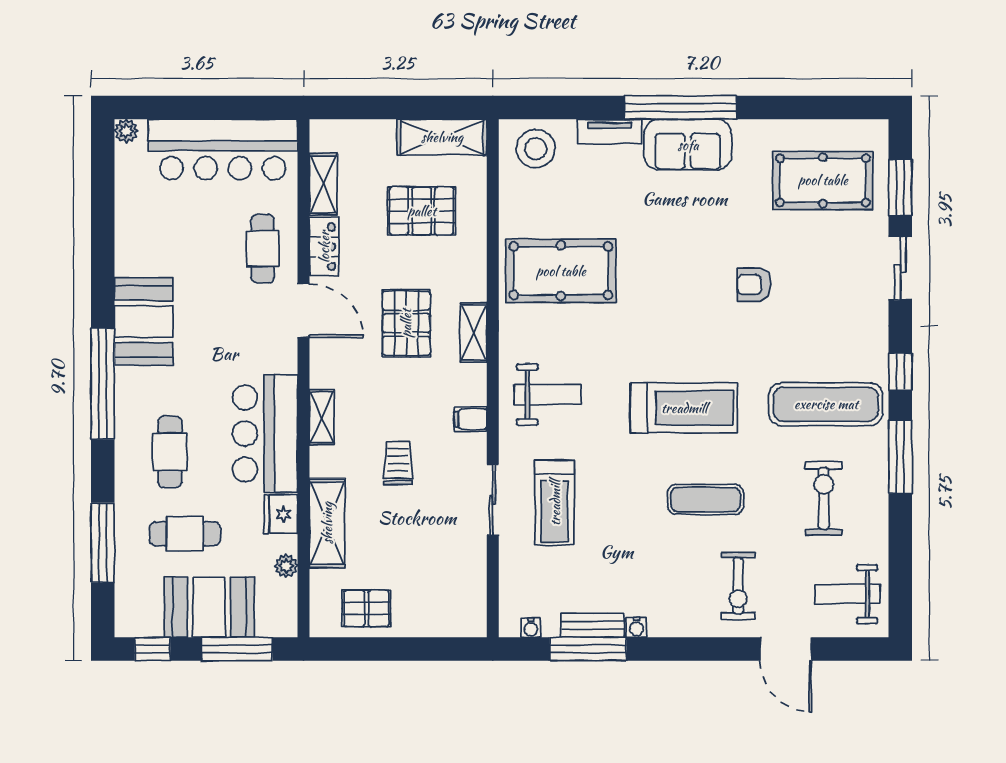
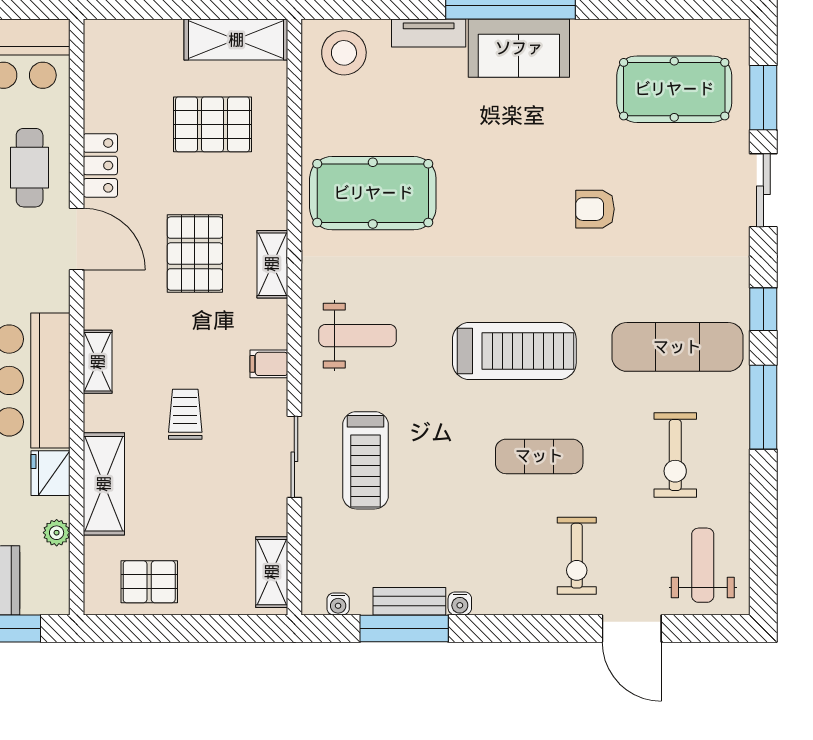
shelving: (323, 184) -> (272, 572), moved
exercise bike: (824, 498) -> (675, 455), turned 180
weight bench: (848, 594) -> (703, 565), turned 90

